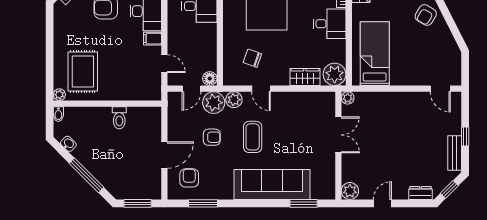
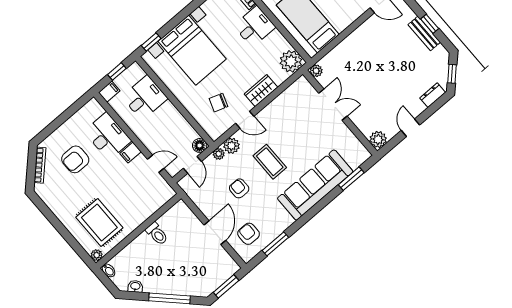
wardrobe: (305, 77) -> (261, 91), moved
plant: (214, 103) -> (219, 154), width x0.53, depth x0.53
armchair: (212, 137) -> (239, 188), turned -90
bench: (455, 153) -> (424, 33), moved

